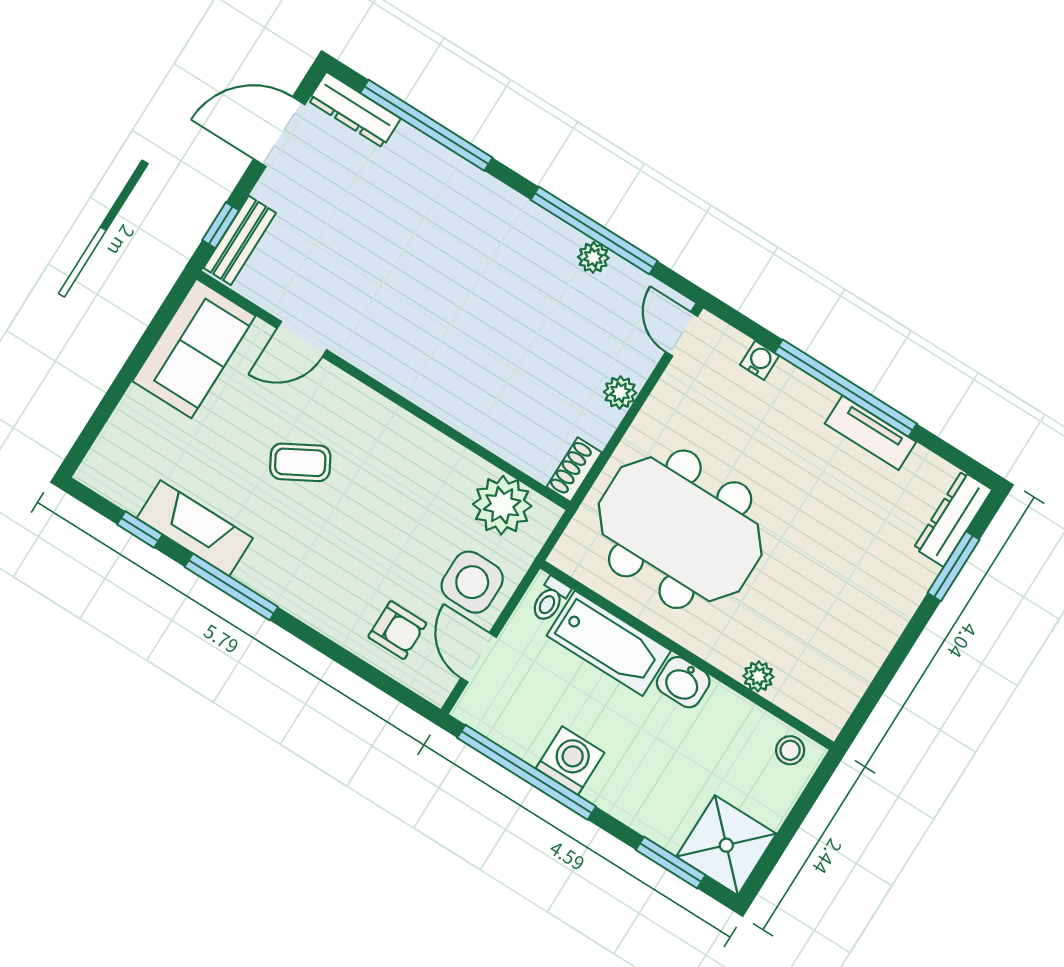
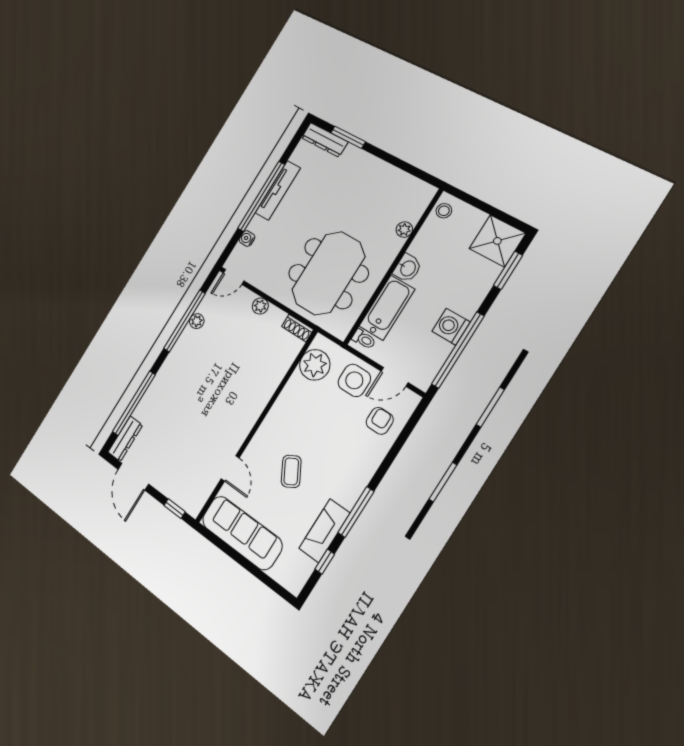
bench: (240, 240) -> (182, 499), removed
sofa: (194, 348) -> (242, 533), width x1.36
tv unit: (870, 433) -> (278, 191), width x1.41

